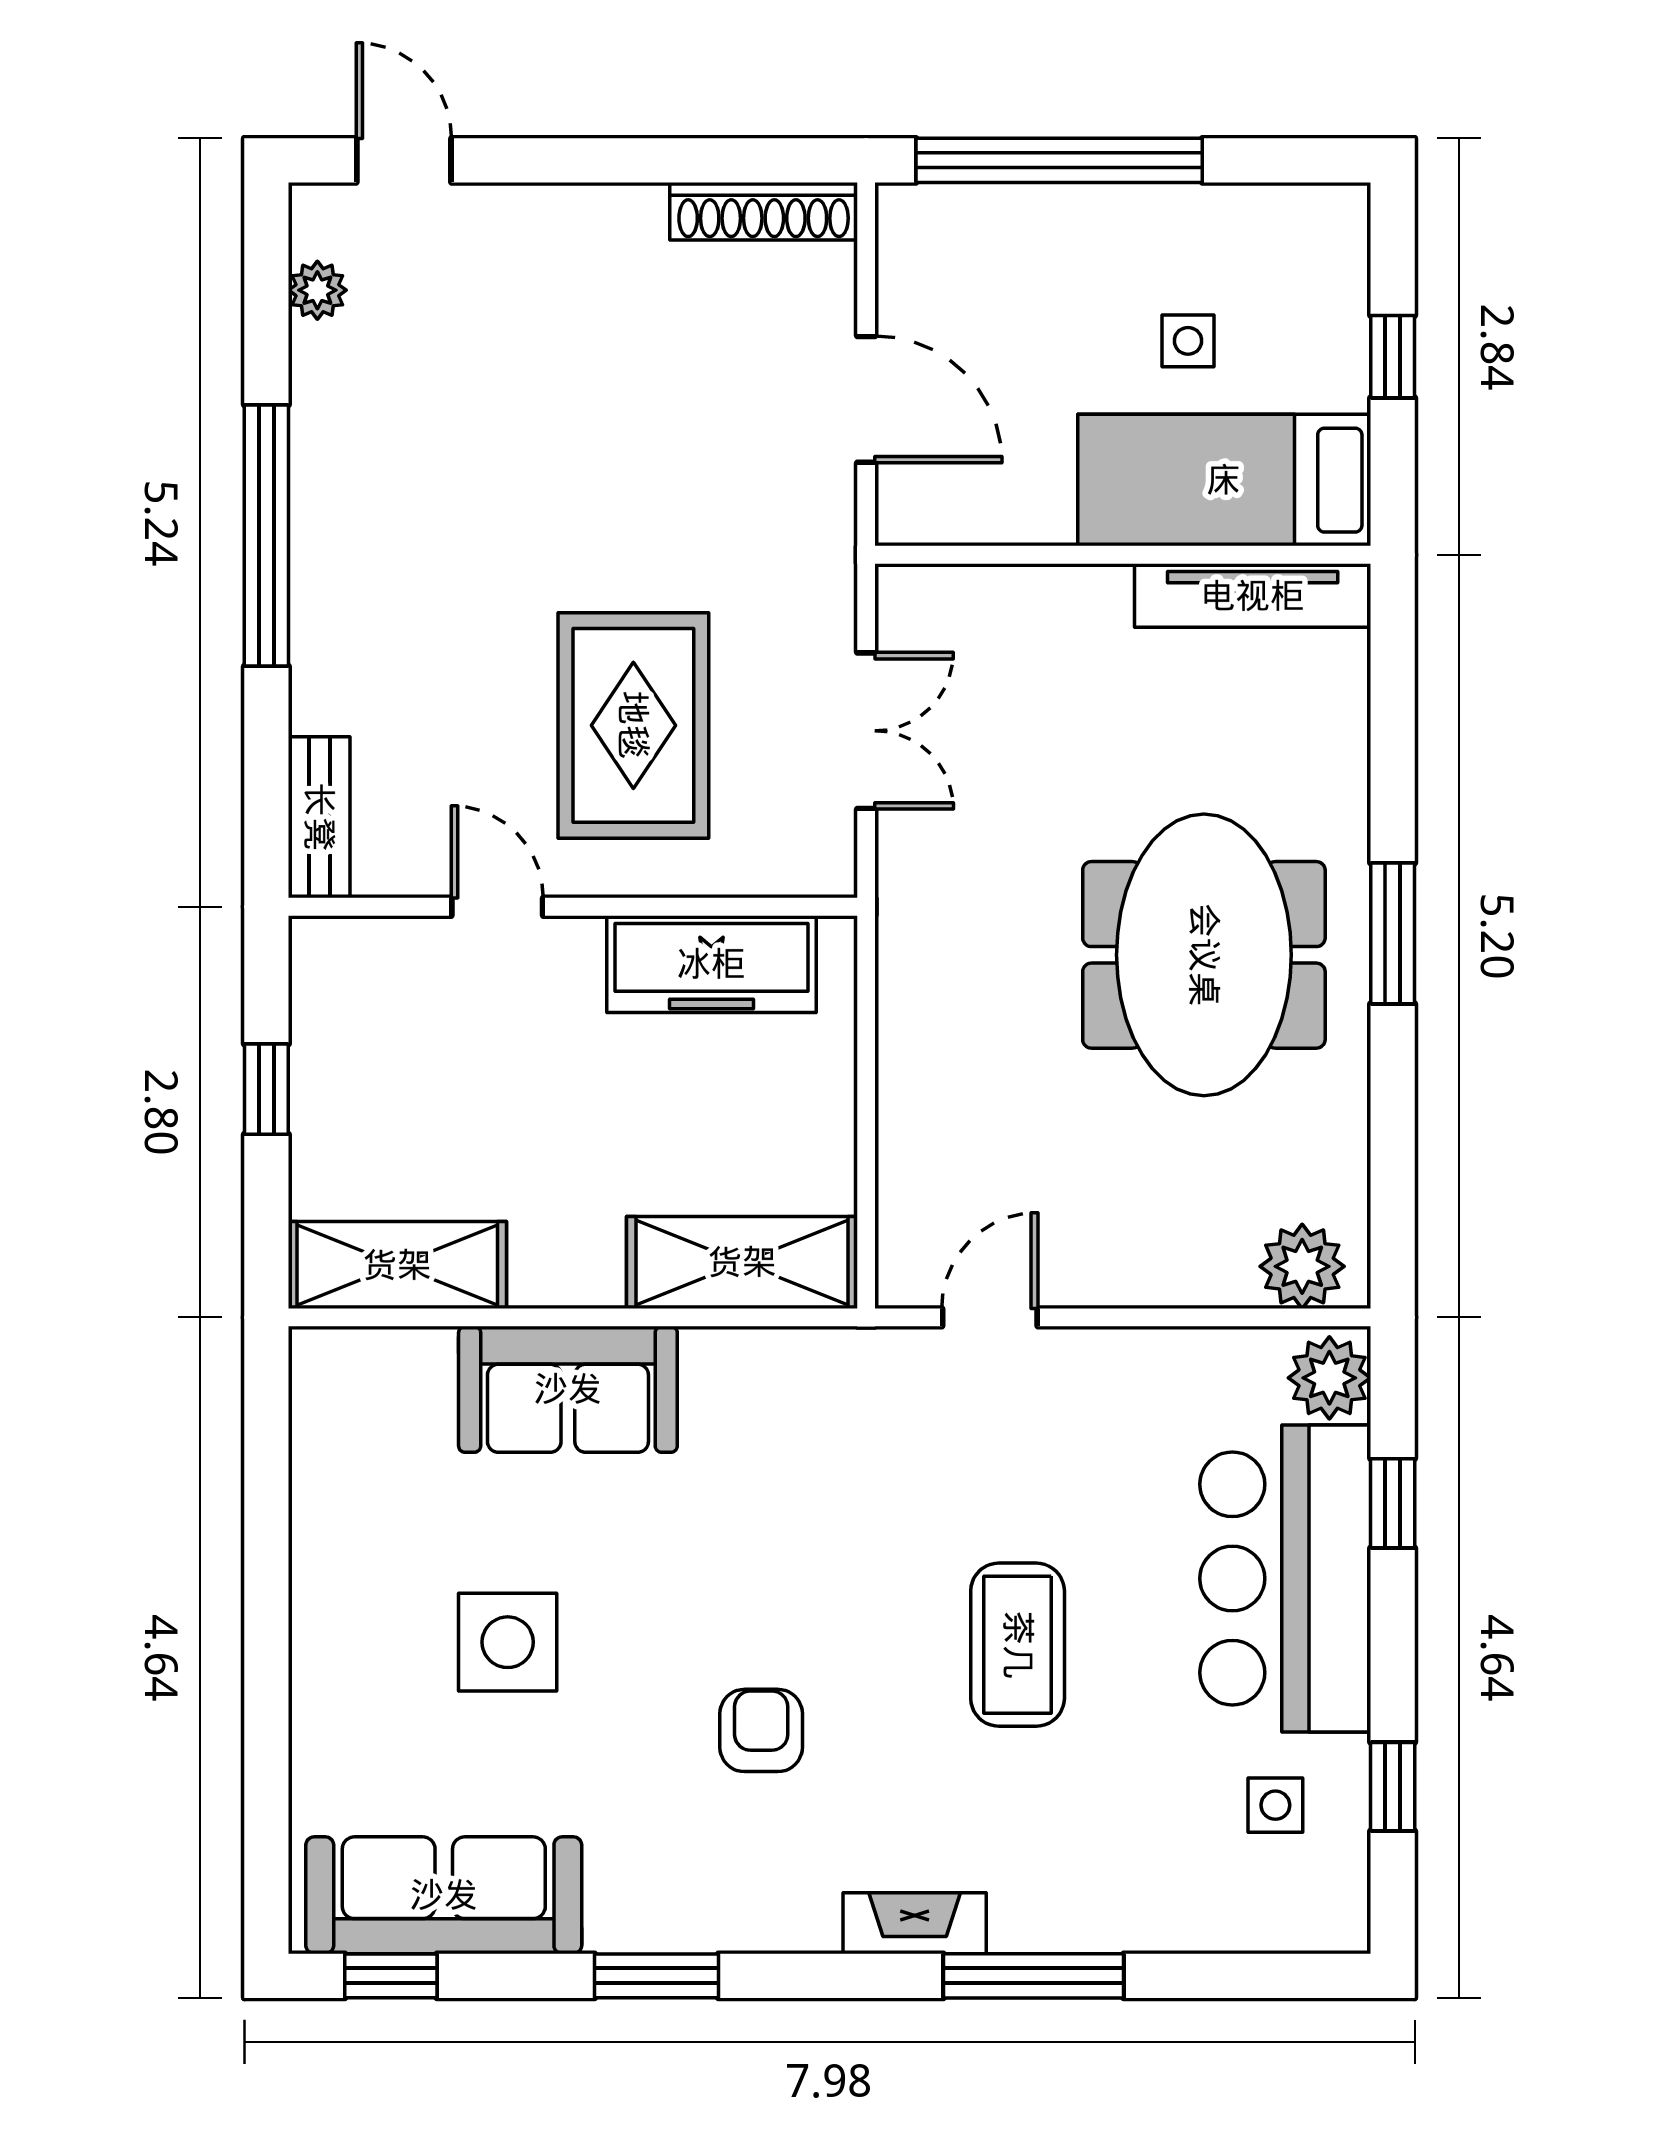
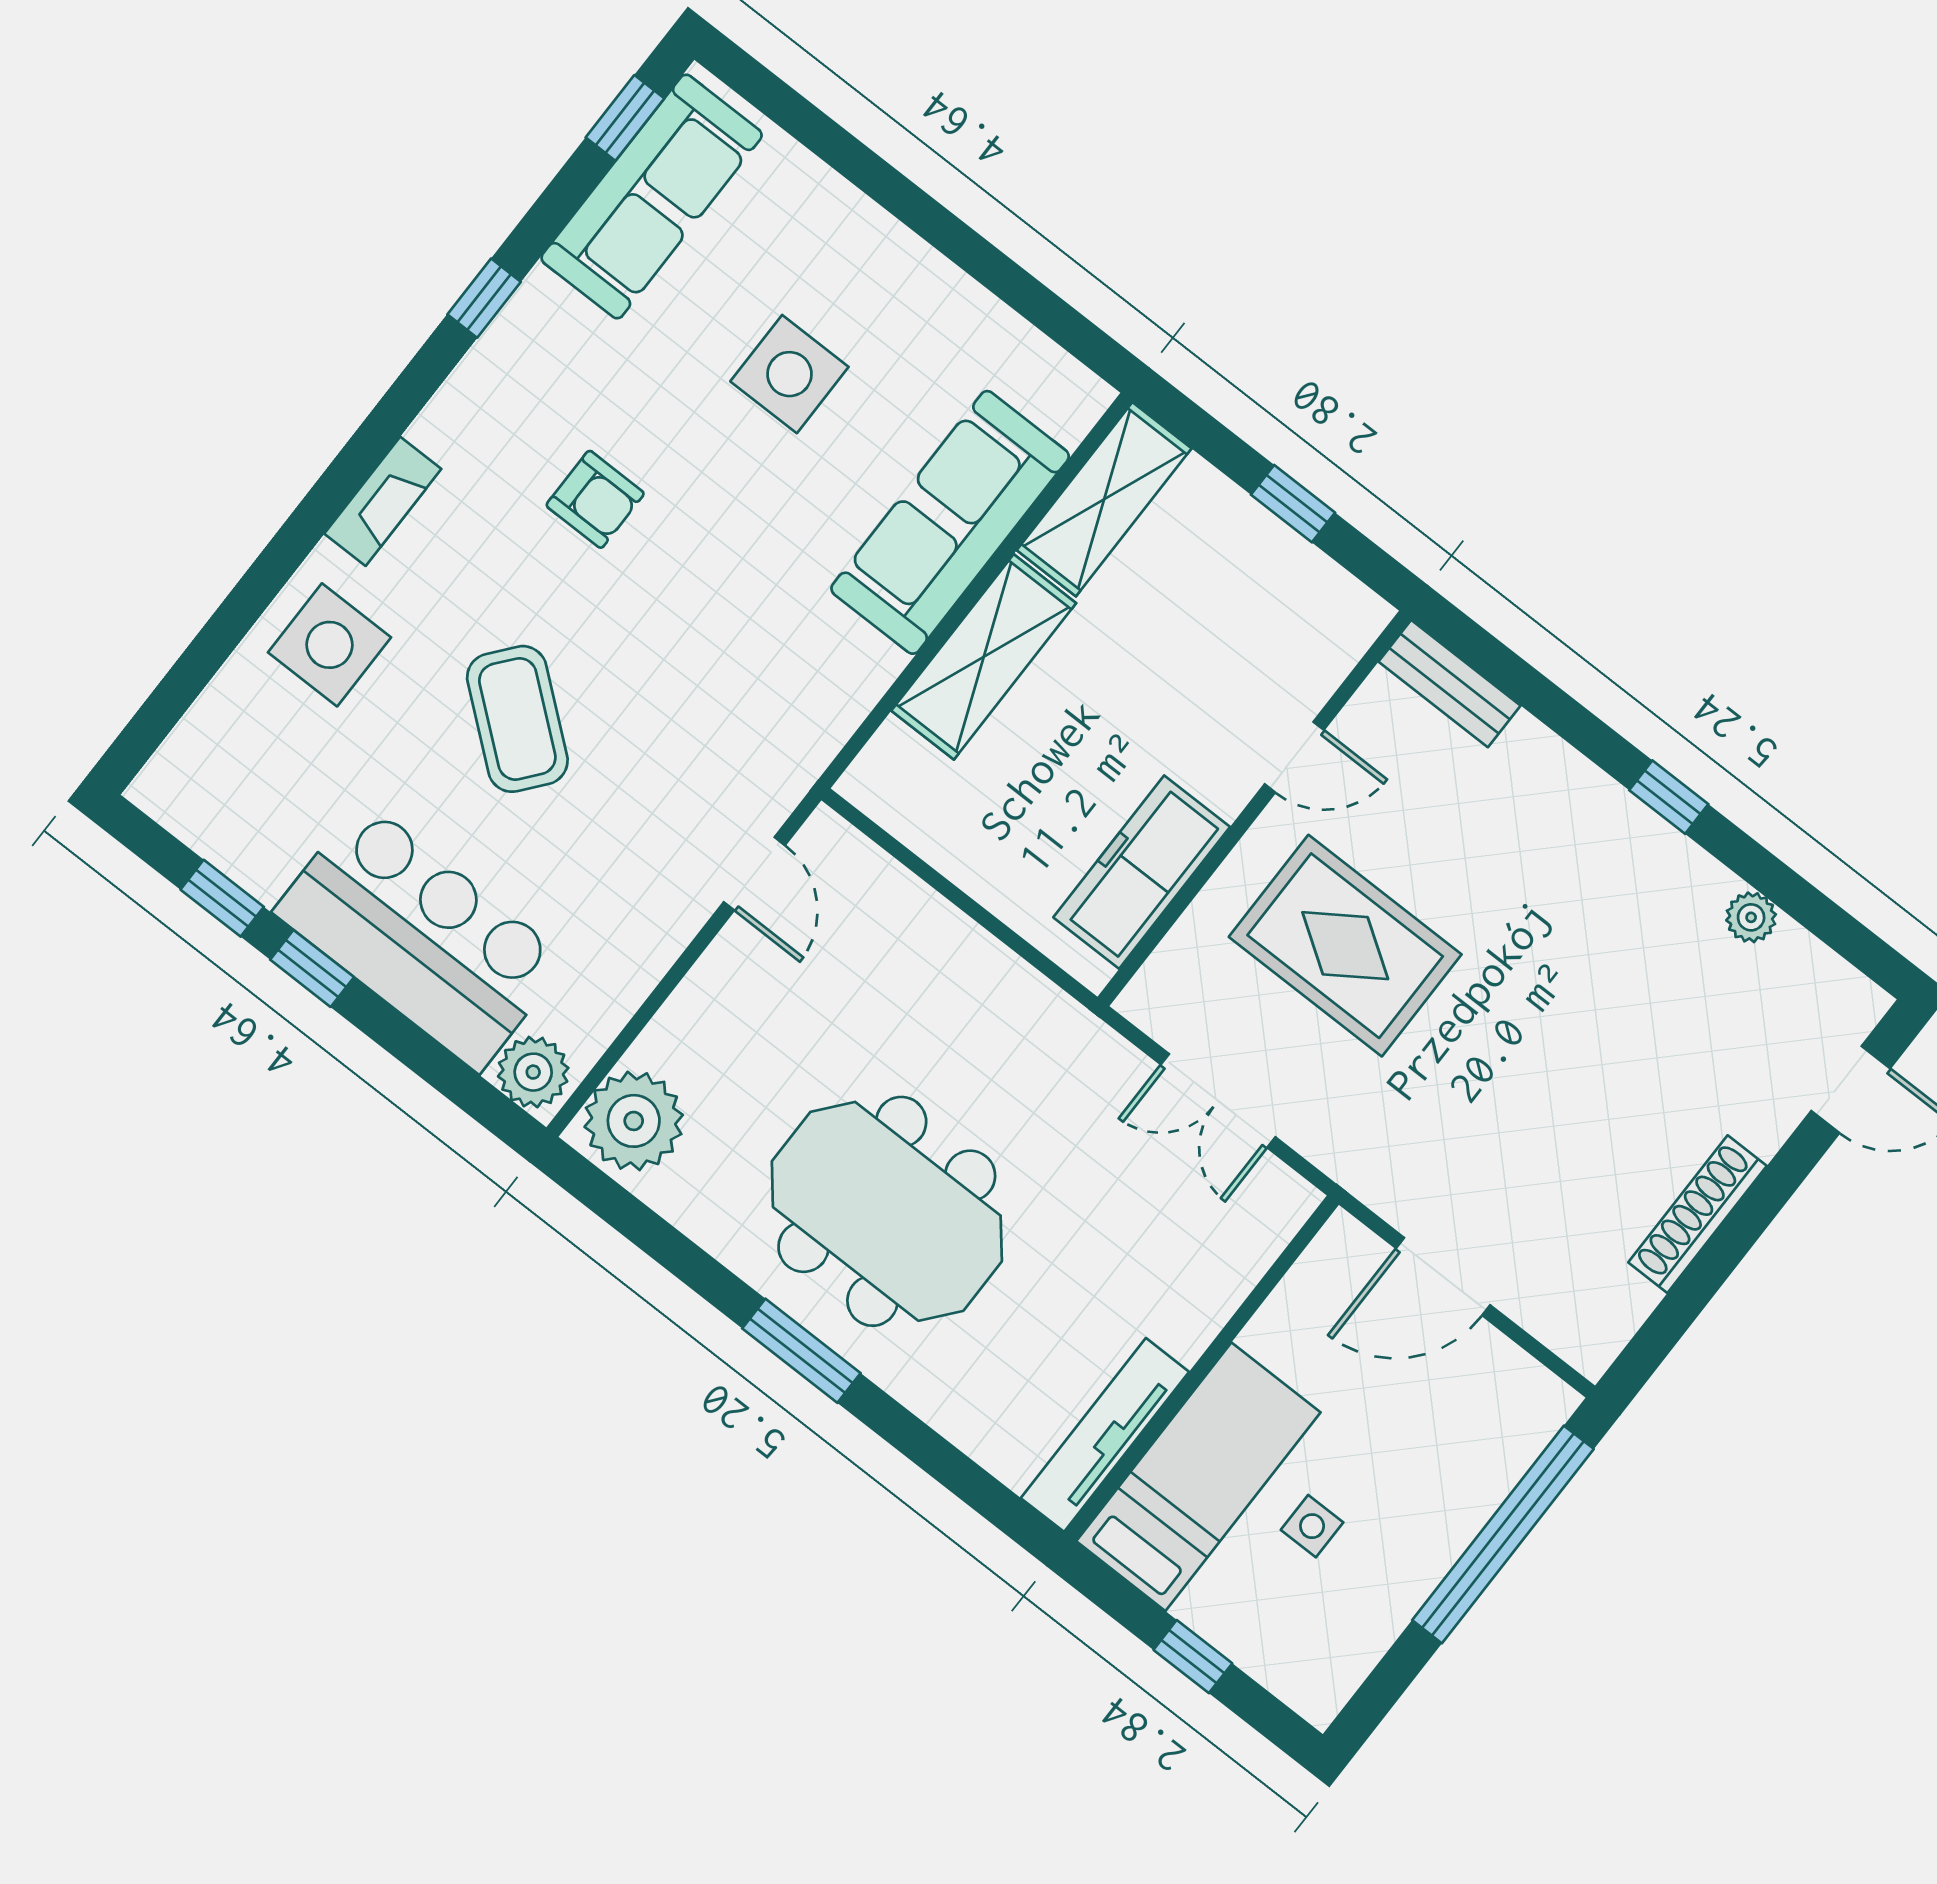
shoe rack: (764, 211) -> (1698, 1214), moved
plant: (317, 290) -> (1751, 917), moved
window: (266, 536) -> (1669, 797), width x0.32
shelving: (742, 1262) -> (984, 657), moved
plant: (1302, 1266) -> (634, 1121), width x1.36, depth x1.36
sofa: (568, 1389) -> (950, 522), width x1.36
window: (1393, 1503) -> (312, 968), moved
coffee table: (1018, 1645) -> (517, 719), turned 39
side table: (1275, 1805) -> (329, 645), moved, width x1.87, depth x1.87
window: (656, 1976) -> (484, 298), width x0.67
window: (1033, 1976) -> (284, 554), removed

